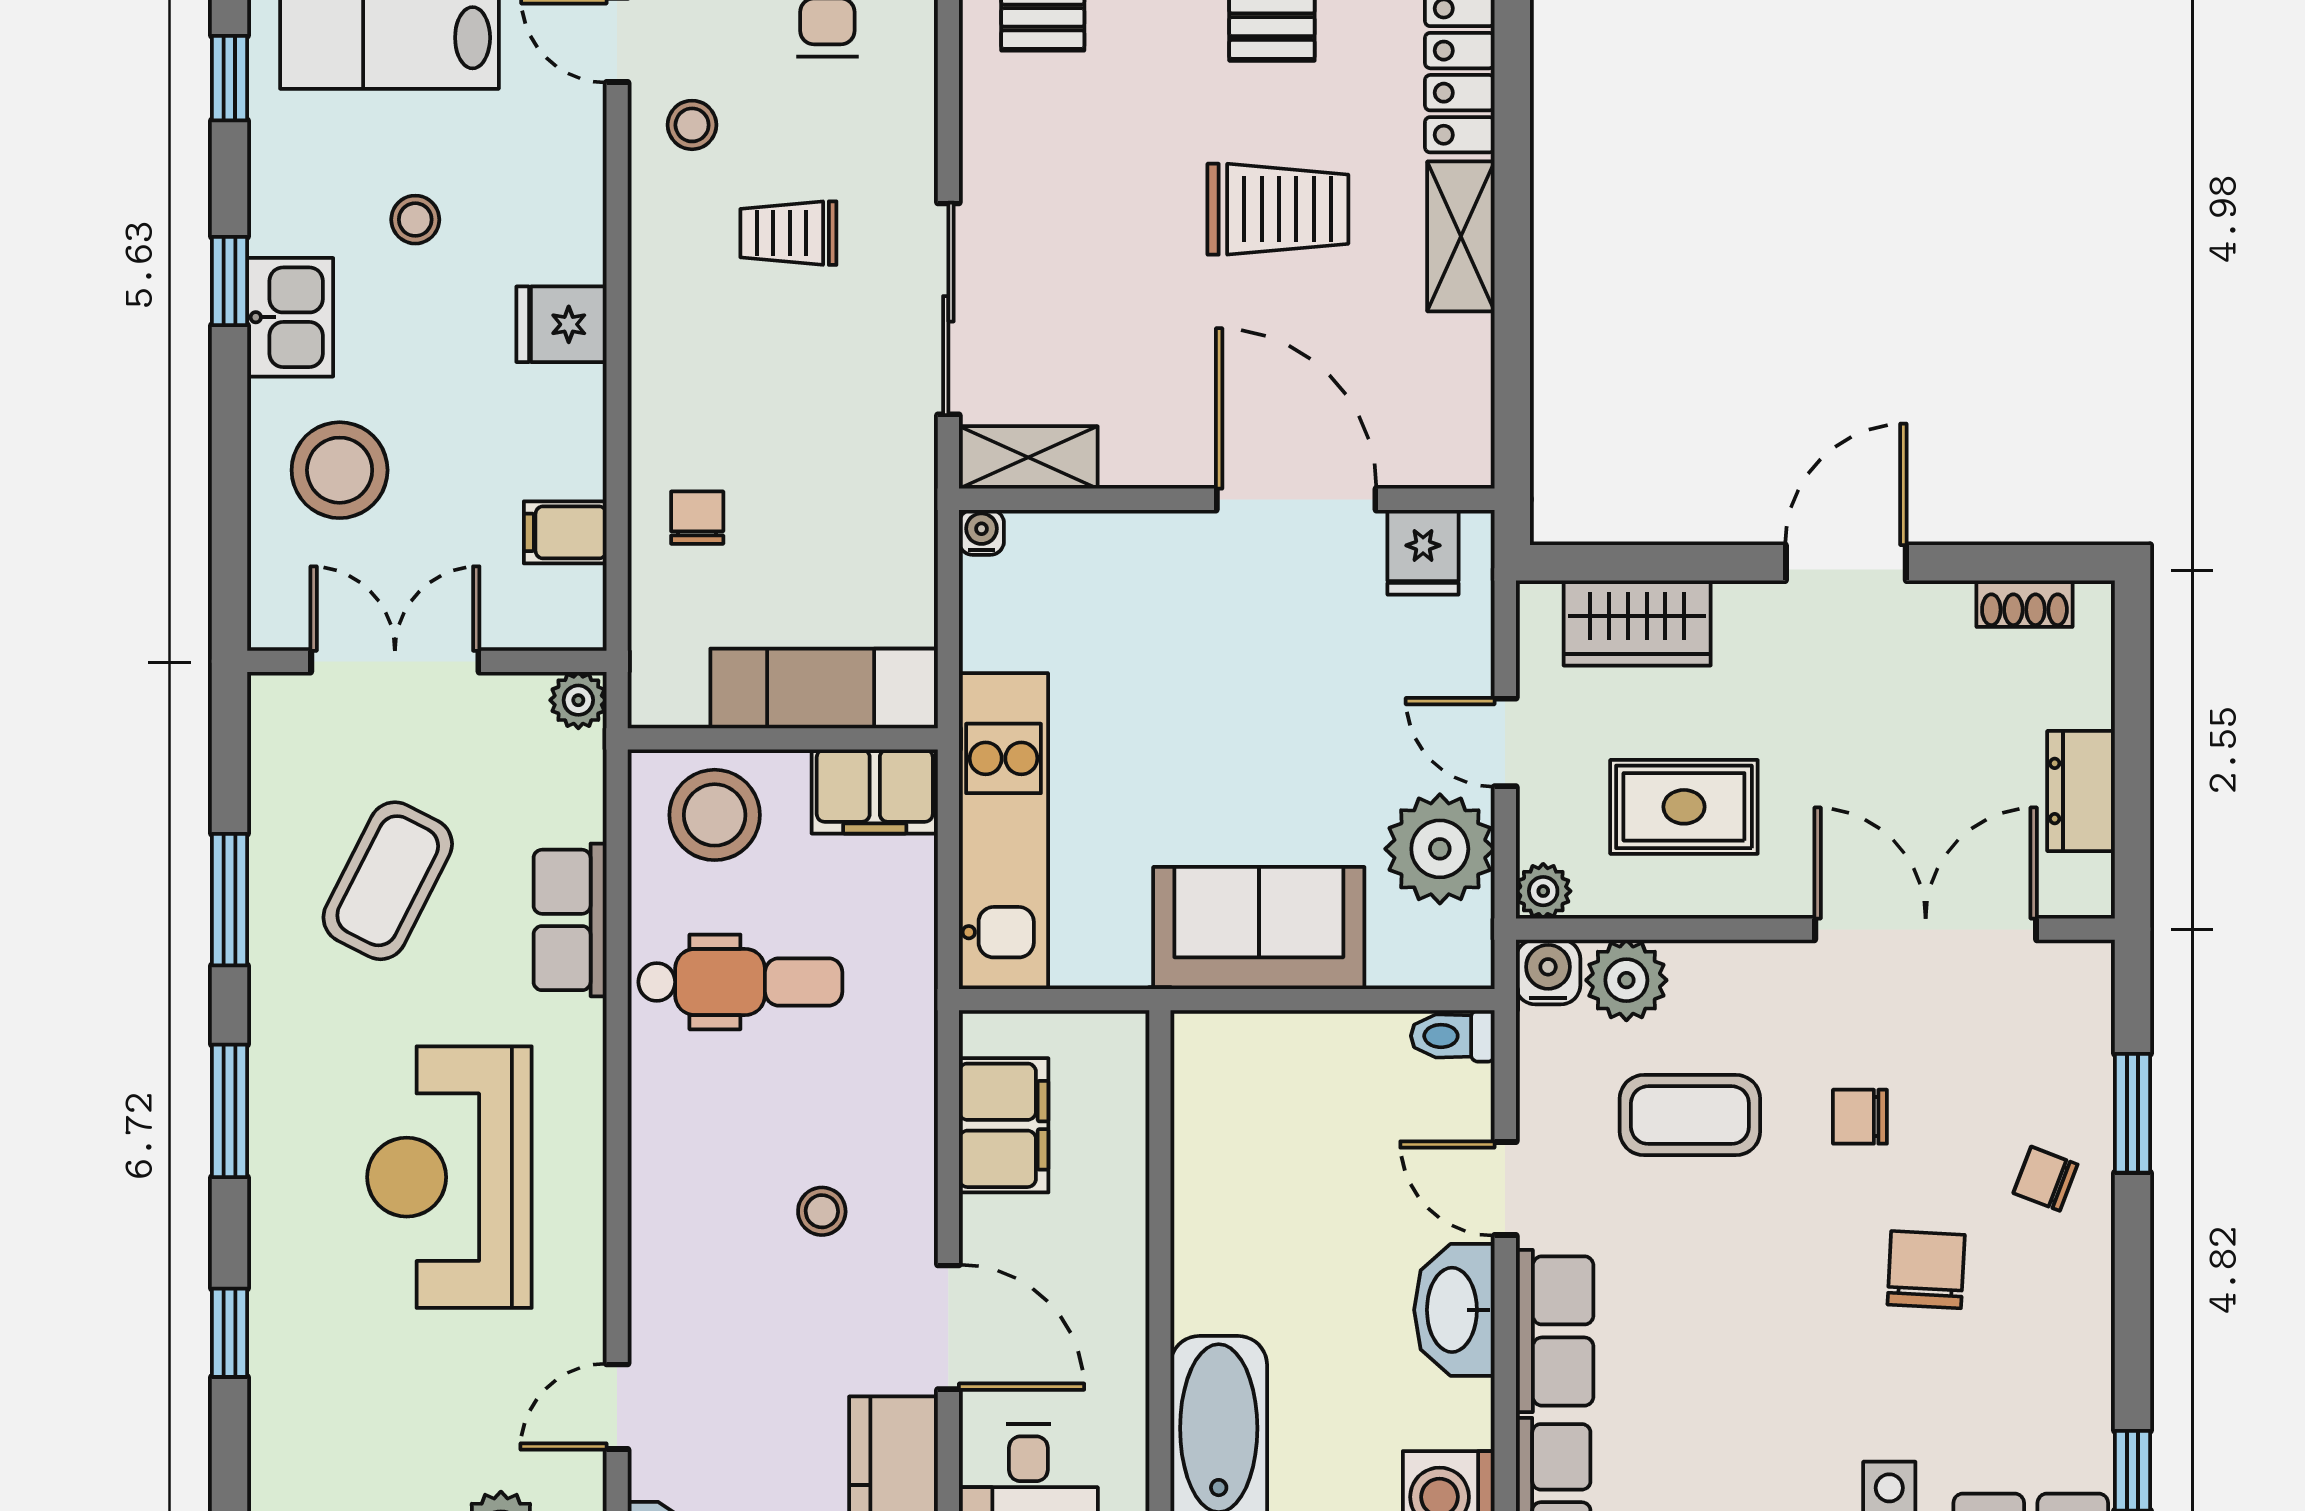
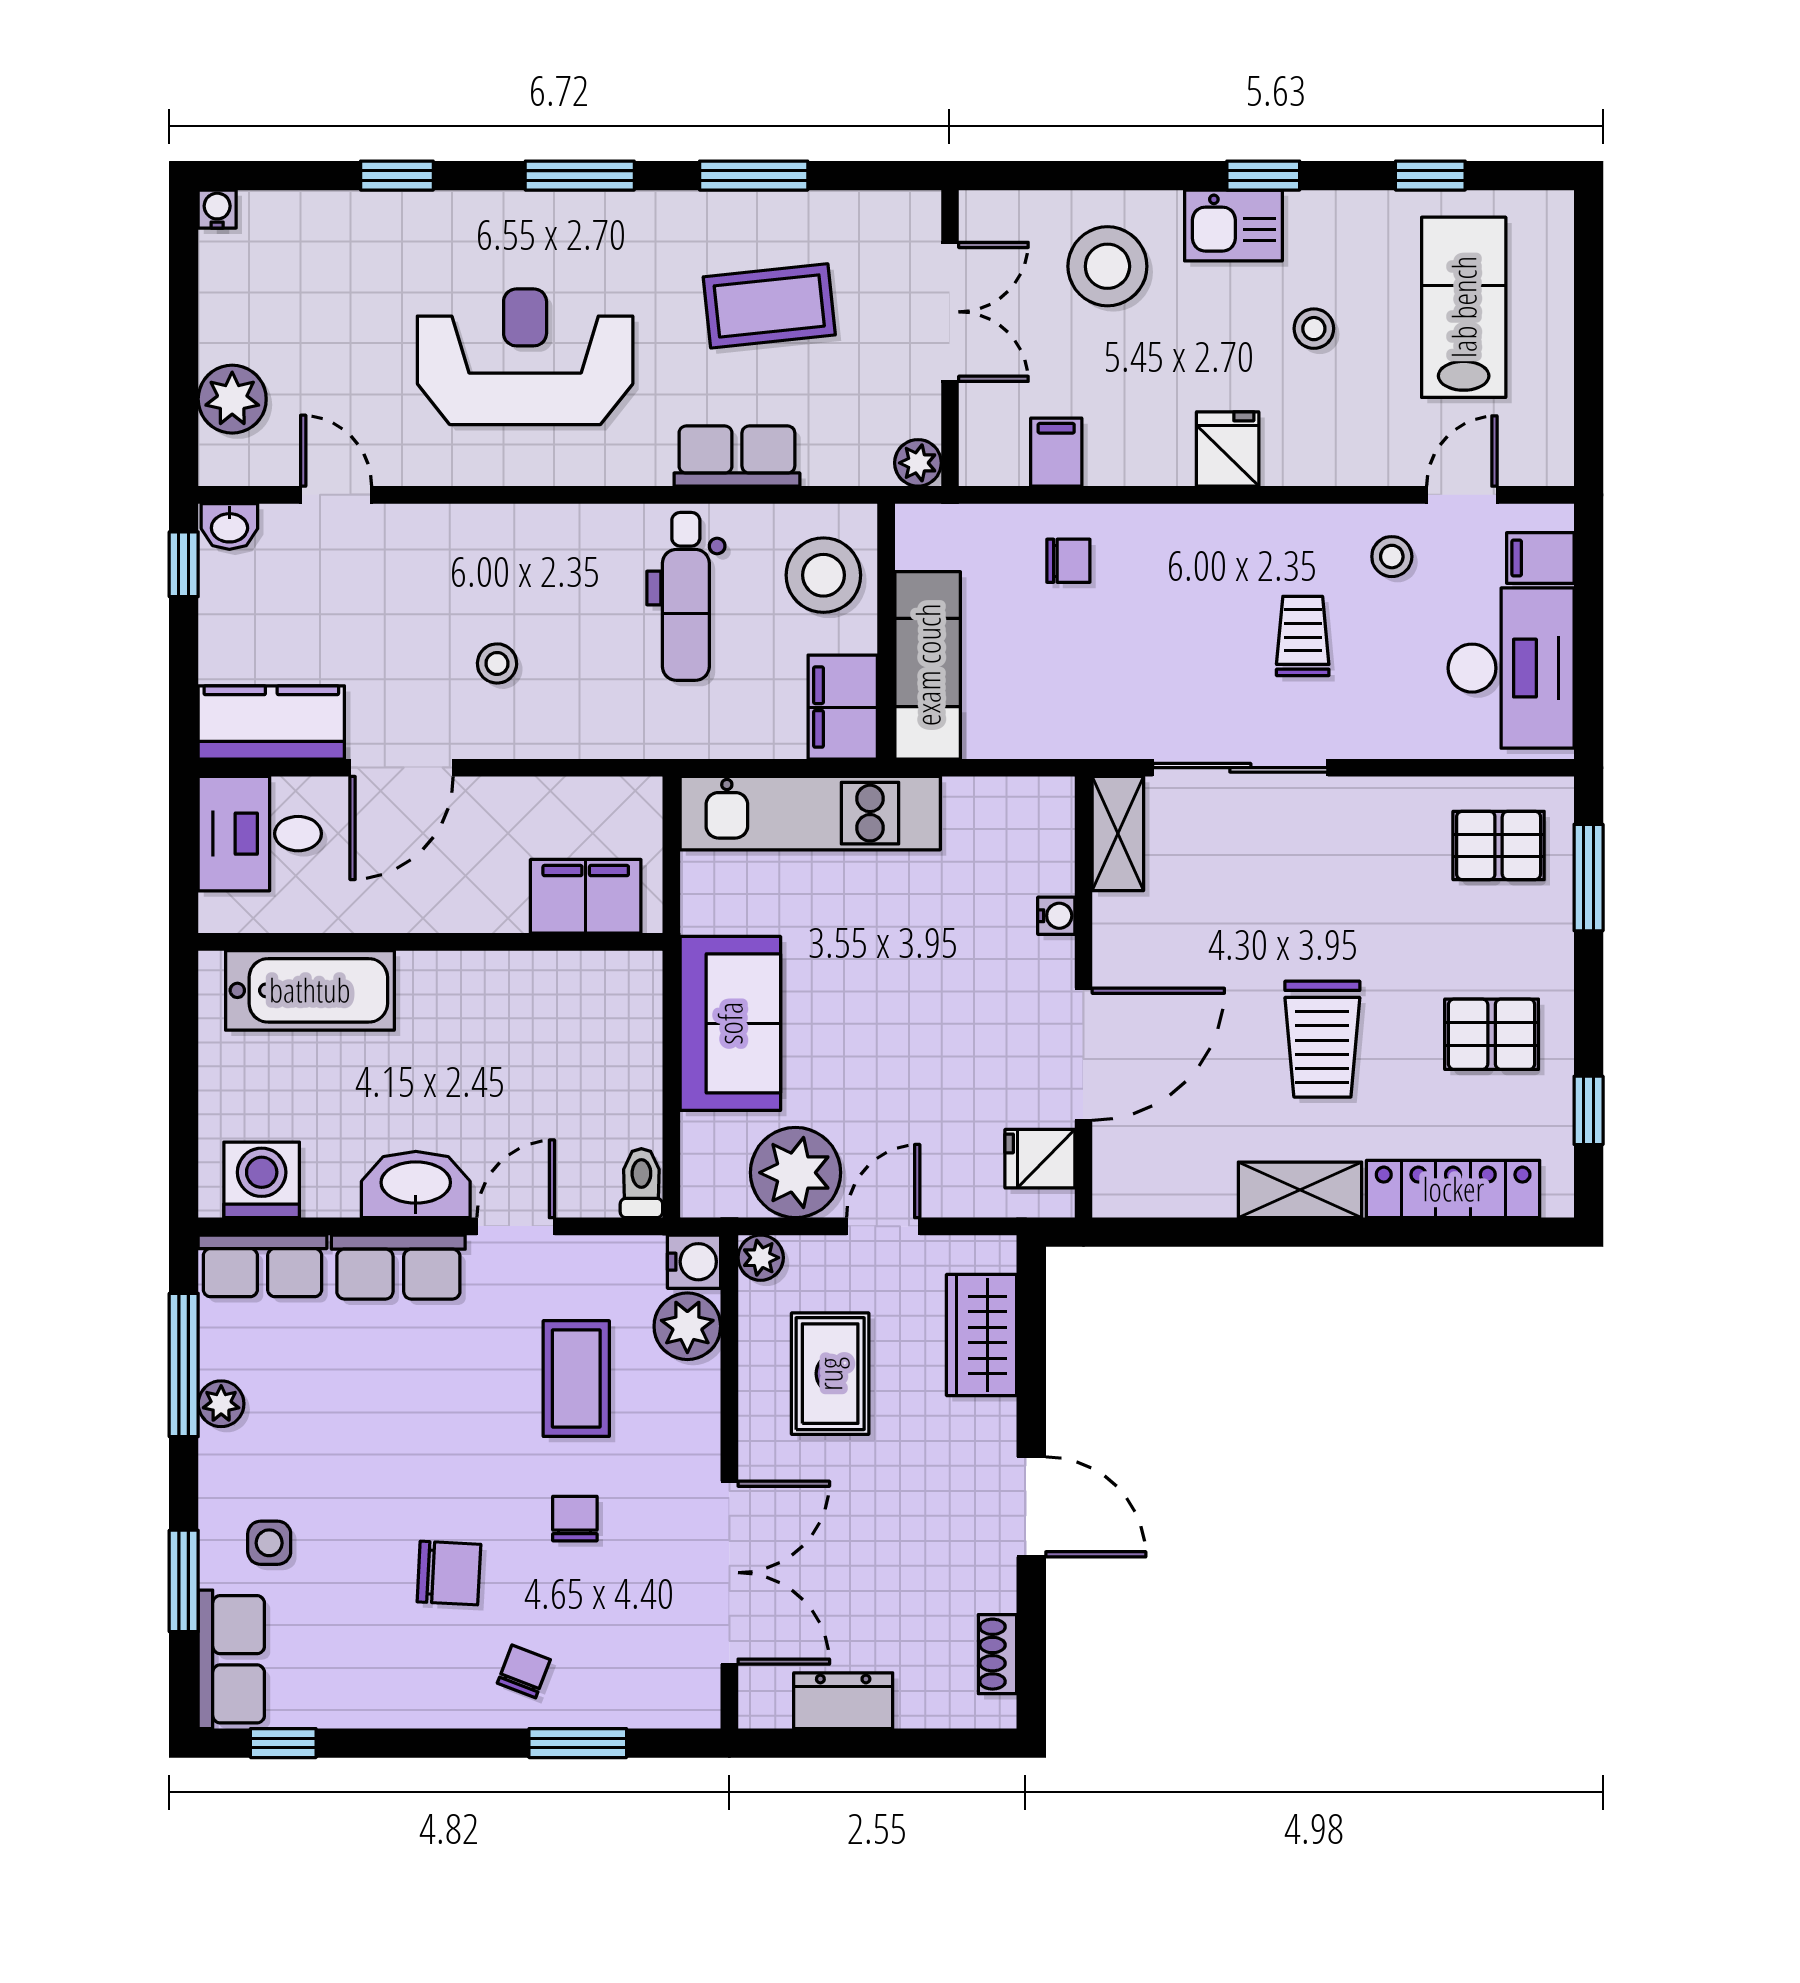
water cooler: (981, 532) -> (1056, 916), moved
coffee table: (388, 881) -> (769, 306), turned -33
filing cabinet: (1004, 1125) -> (586, 896), moved, turned 180

